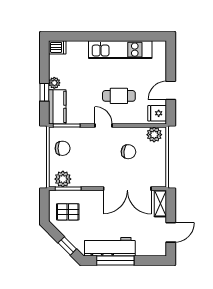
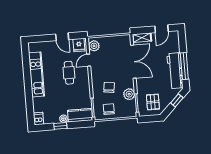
window: (44, 92) -> (60, 126), moved
door: (103, 125) -> (89, 60), moved
chair: (128, 152) -> (109, 87), moved
plant: (63, 179) -> (129, 94), moved
door: (171, 232) -> (162, 29), swing flipped

